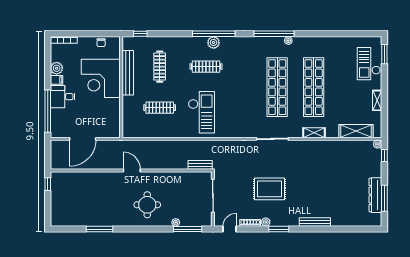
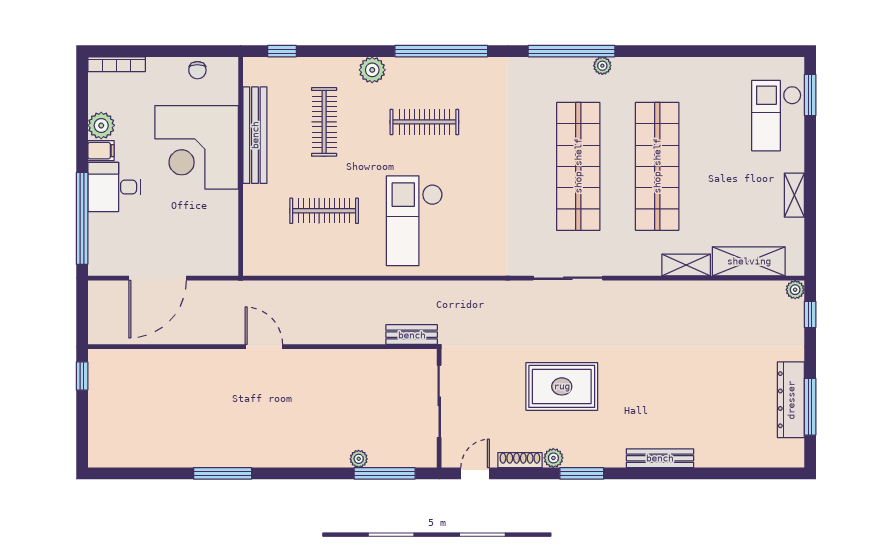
plant: (214, 43) -> (372, 70), moved
checkout: (201, 112) -> (414, 221), turned 180
shelving: (314, 133) -> (686, 265), moved
round table: (147, 205) -> (297, 421), removed
window: (100, 229) -> (223, 473), moved

